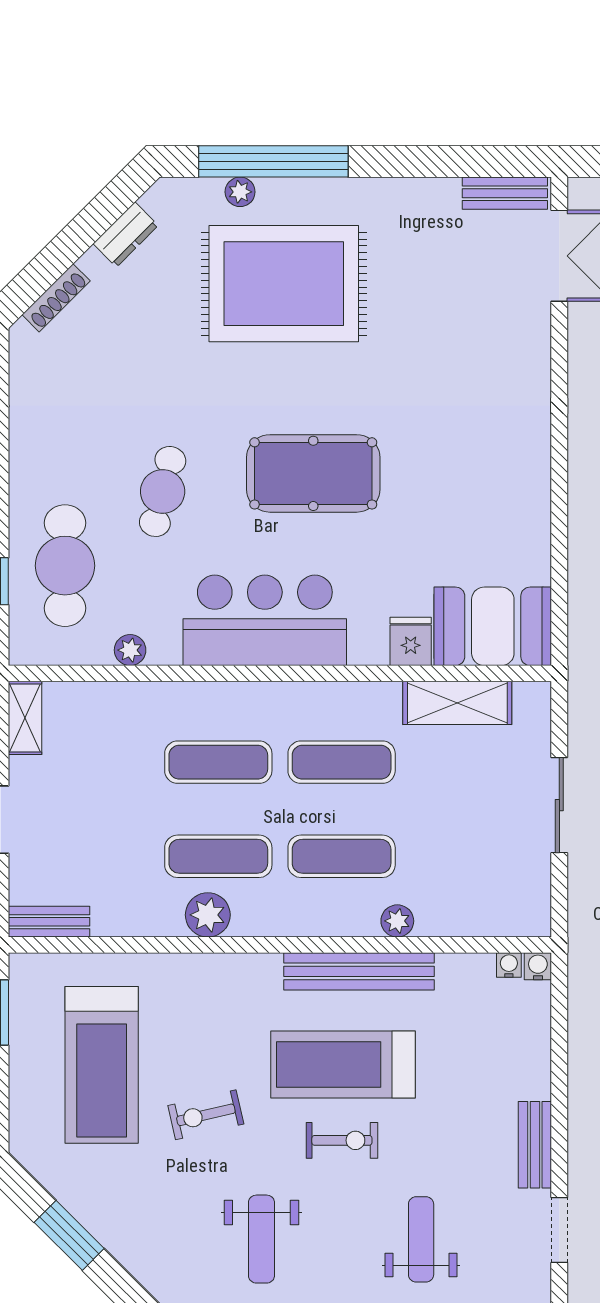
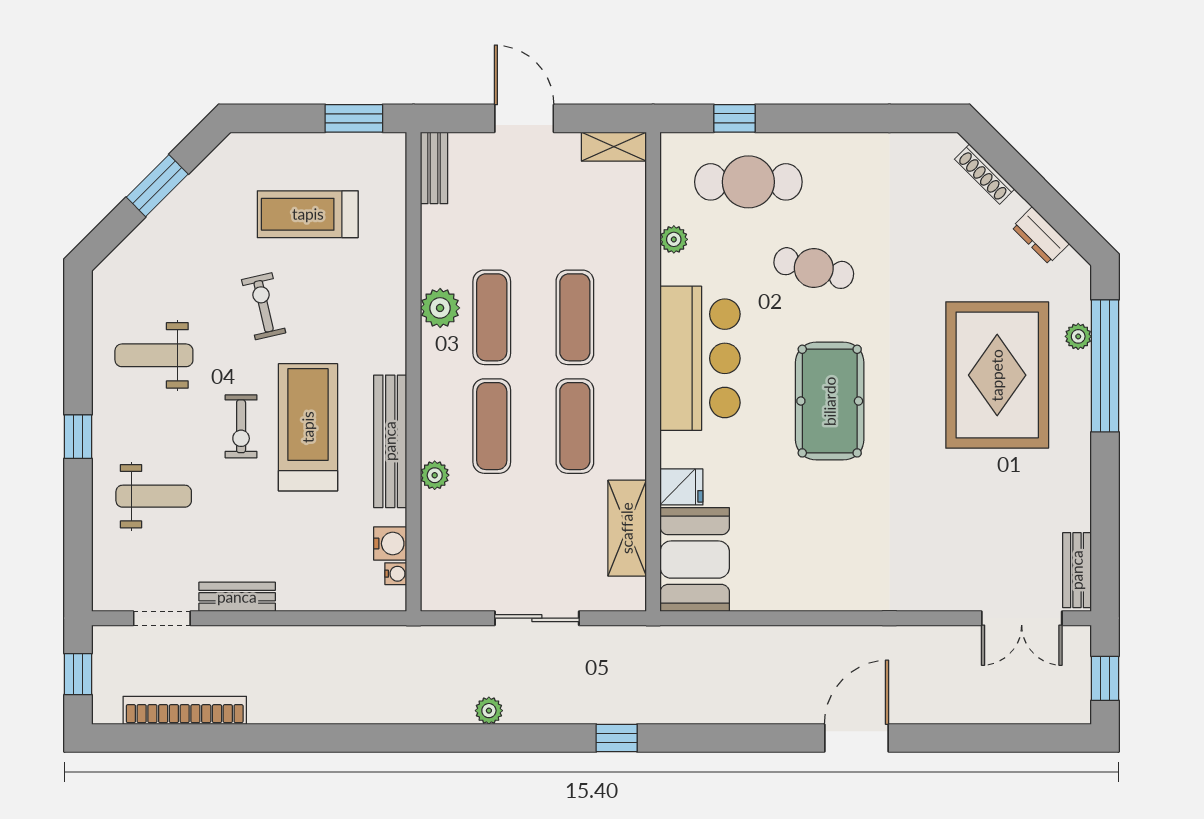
water cooler: (538, 966) -> (390, 544), moved, width x1.38, depth x1.38
treadmill: (102, 1065) -> (308, 214), width x0.73, depth x0.73

